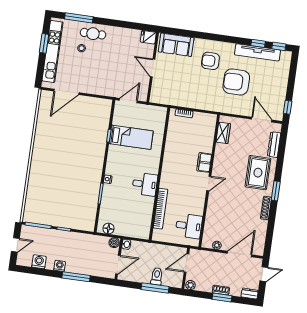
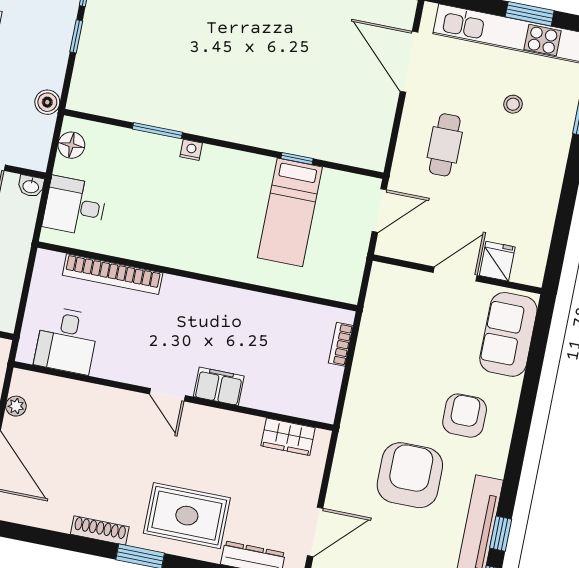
cafe table: (93, 34) -> (445, 145), moved
fridge: (148, 37) -> (497, 261), moved
door: (128, 101) -> (379, 211), hinge flipped
desk: (145, 184) -> (75, 206), moved, turned 90
boiler: (114, 243) -> (47, 102), moved

